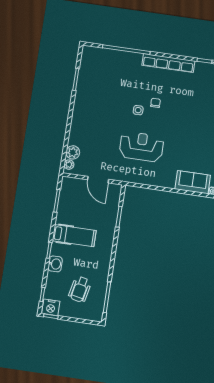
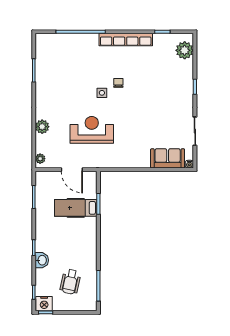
reception desk: (141, 147) -> (92, 130), moved
plant: (73, 152) -> (42, 127), moved
hospital bed: (74, 236) -> (76, 208), moved, turned 180

